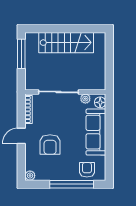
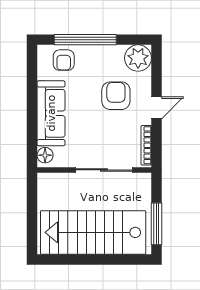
stairs: (66, 43) -> (93, 232), width x1.36, depth x1.51
plant: (85, 99) -> (66, 161), removed
plant: (30, 176) -> (138, 58), width x1.88, depth x1.88

